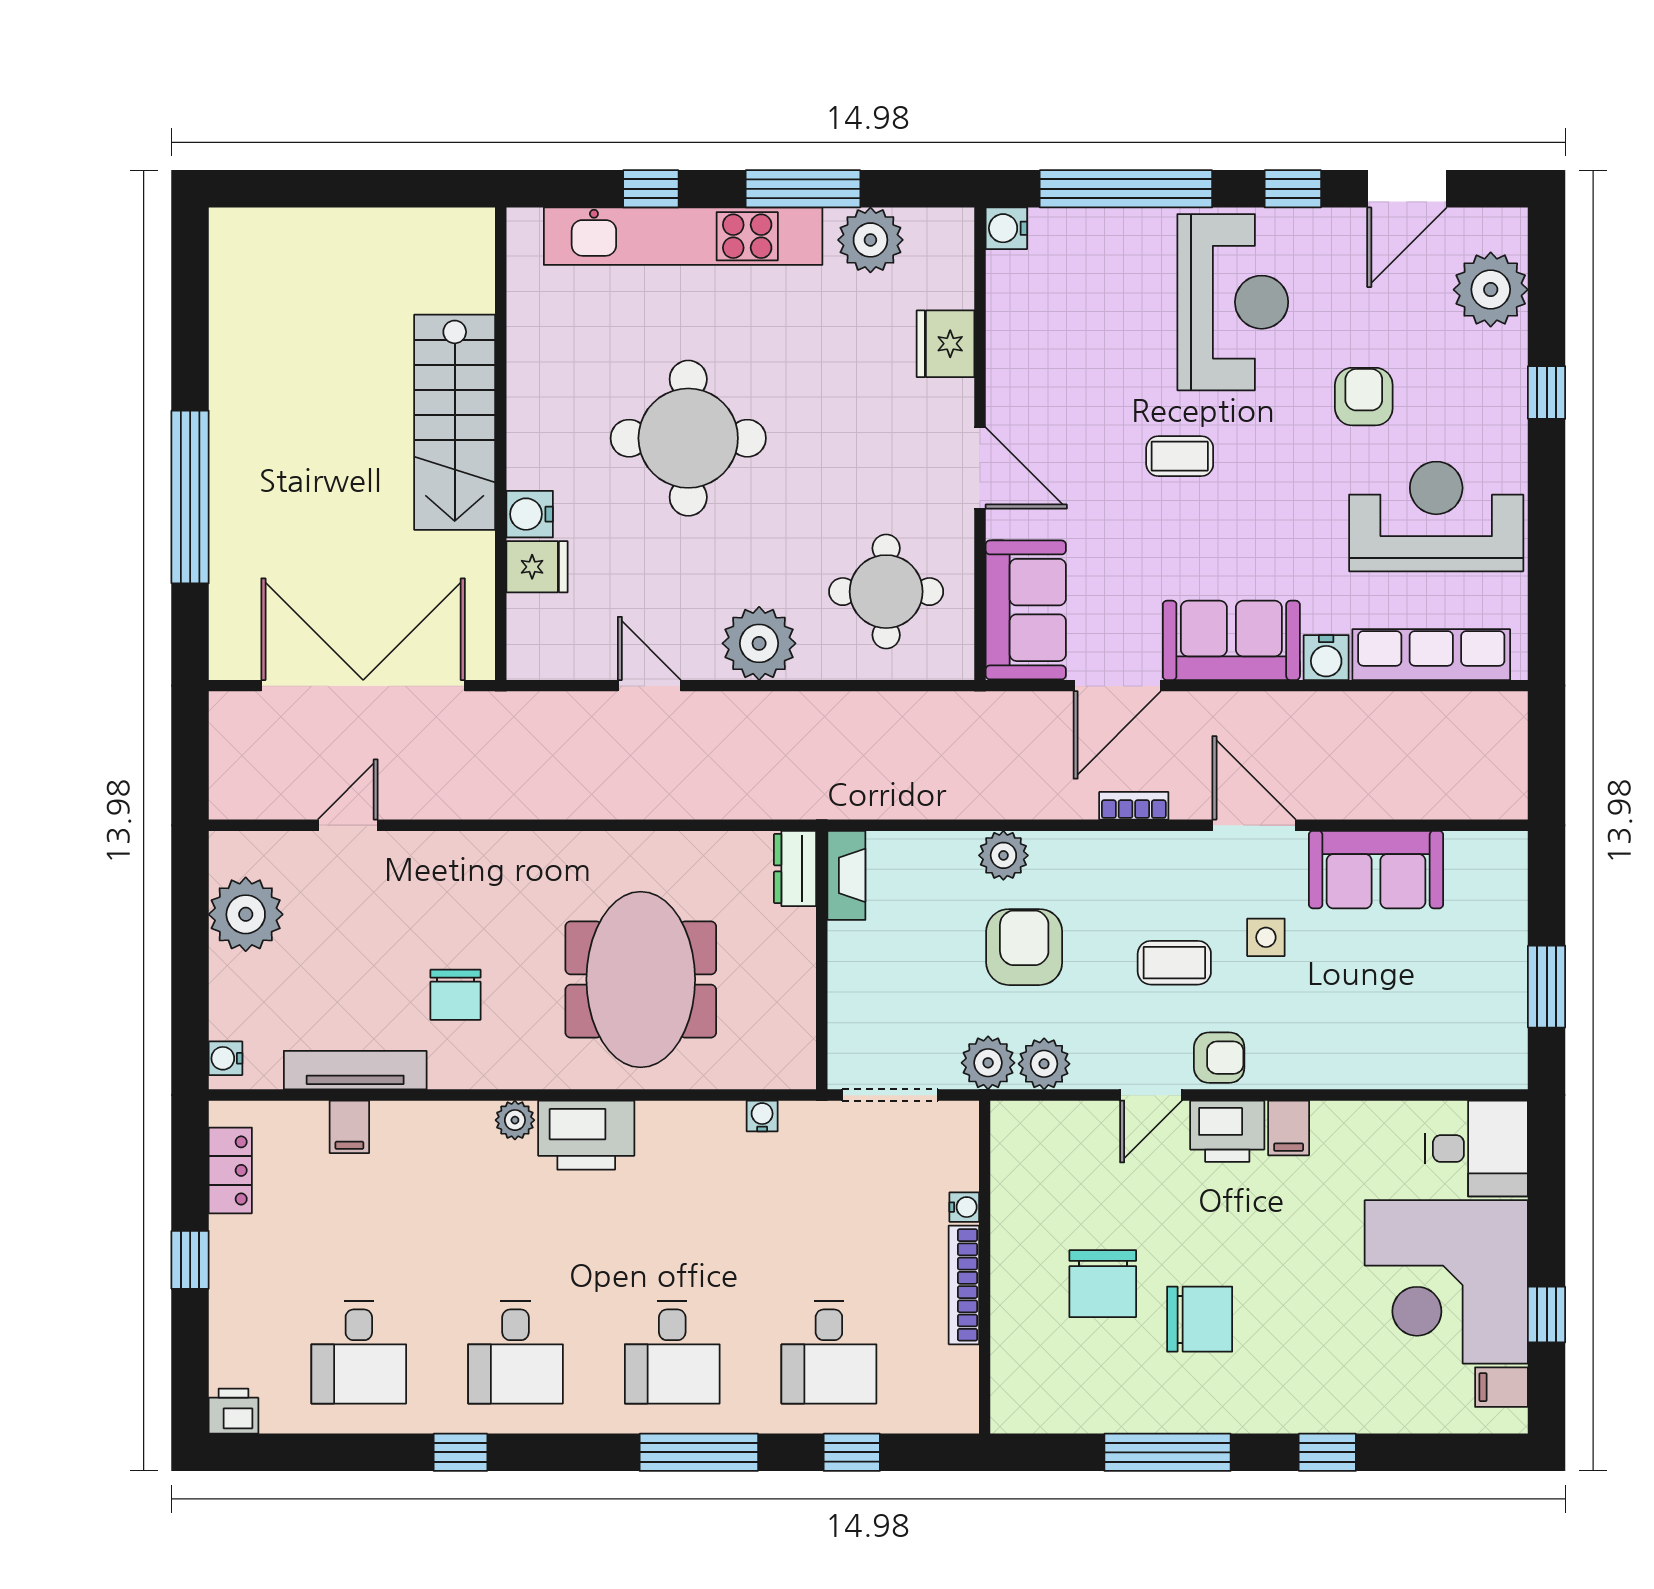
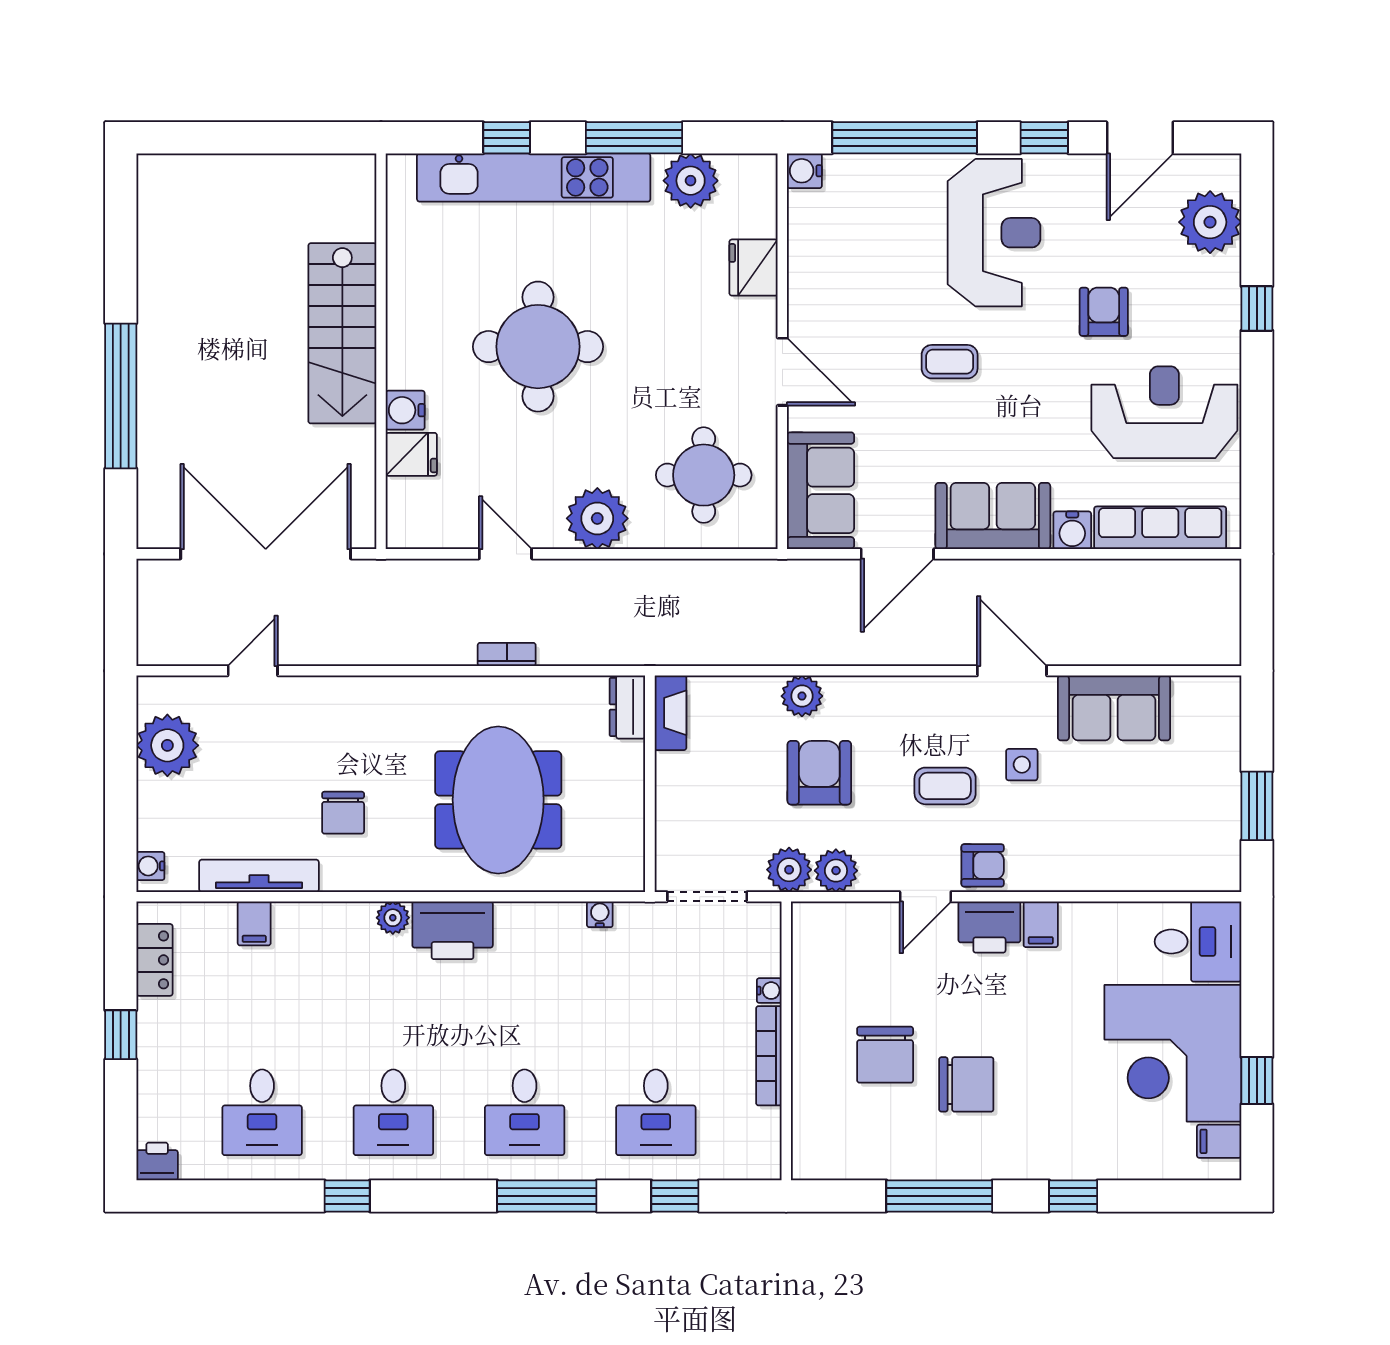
bookcase: (1134, 806) -> (507, 654), moved

